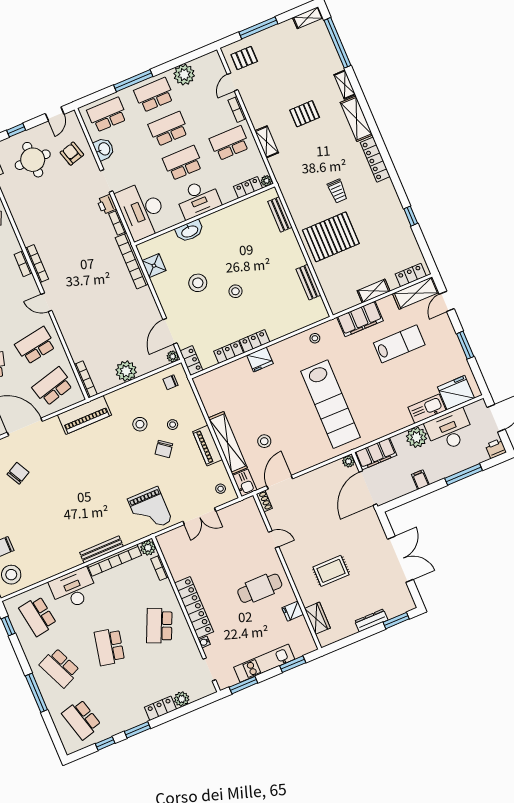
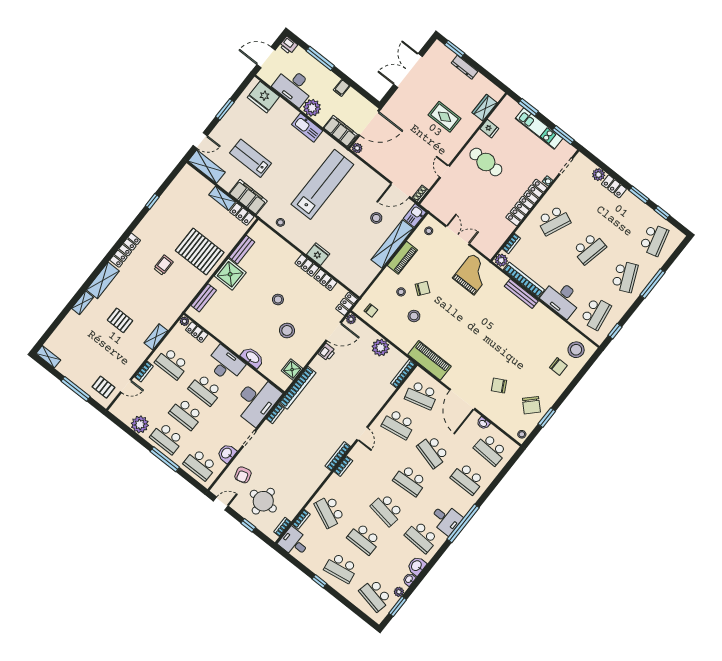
window: (338, 43) -> (55, 325), removed
printer: (107, 204) -> (327, 352), moved
shower: (289, 256) -> (230, 274), added
locker: (411, 275) -> (242, 214), moved
kitchen sink: (427, 409) -> (307, 128), moved

